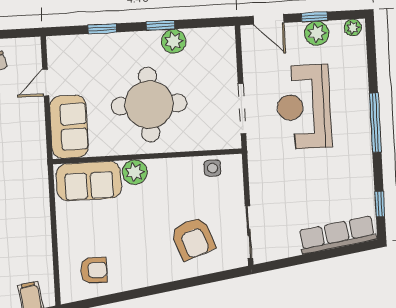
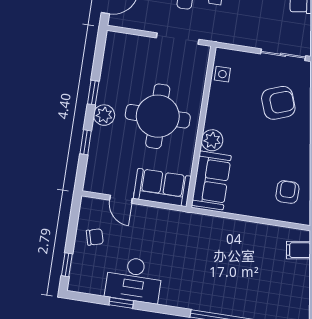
plant: (174, 41) -> (104, 115), moved

